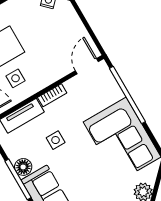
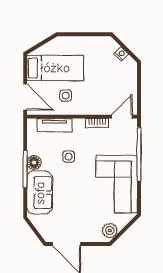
bookcase: (52, 95) -> (97, 123), moved

